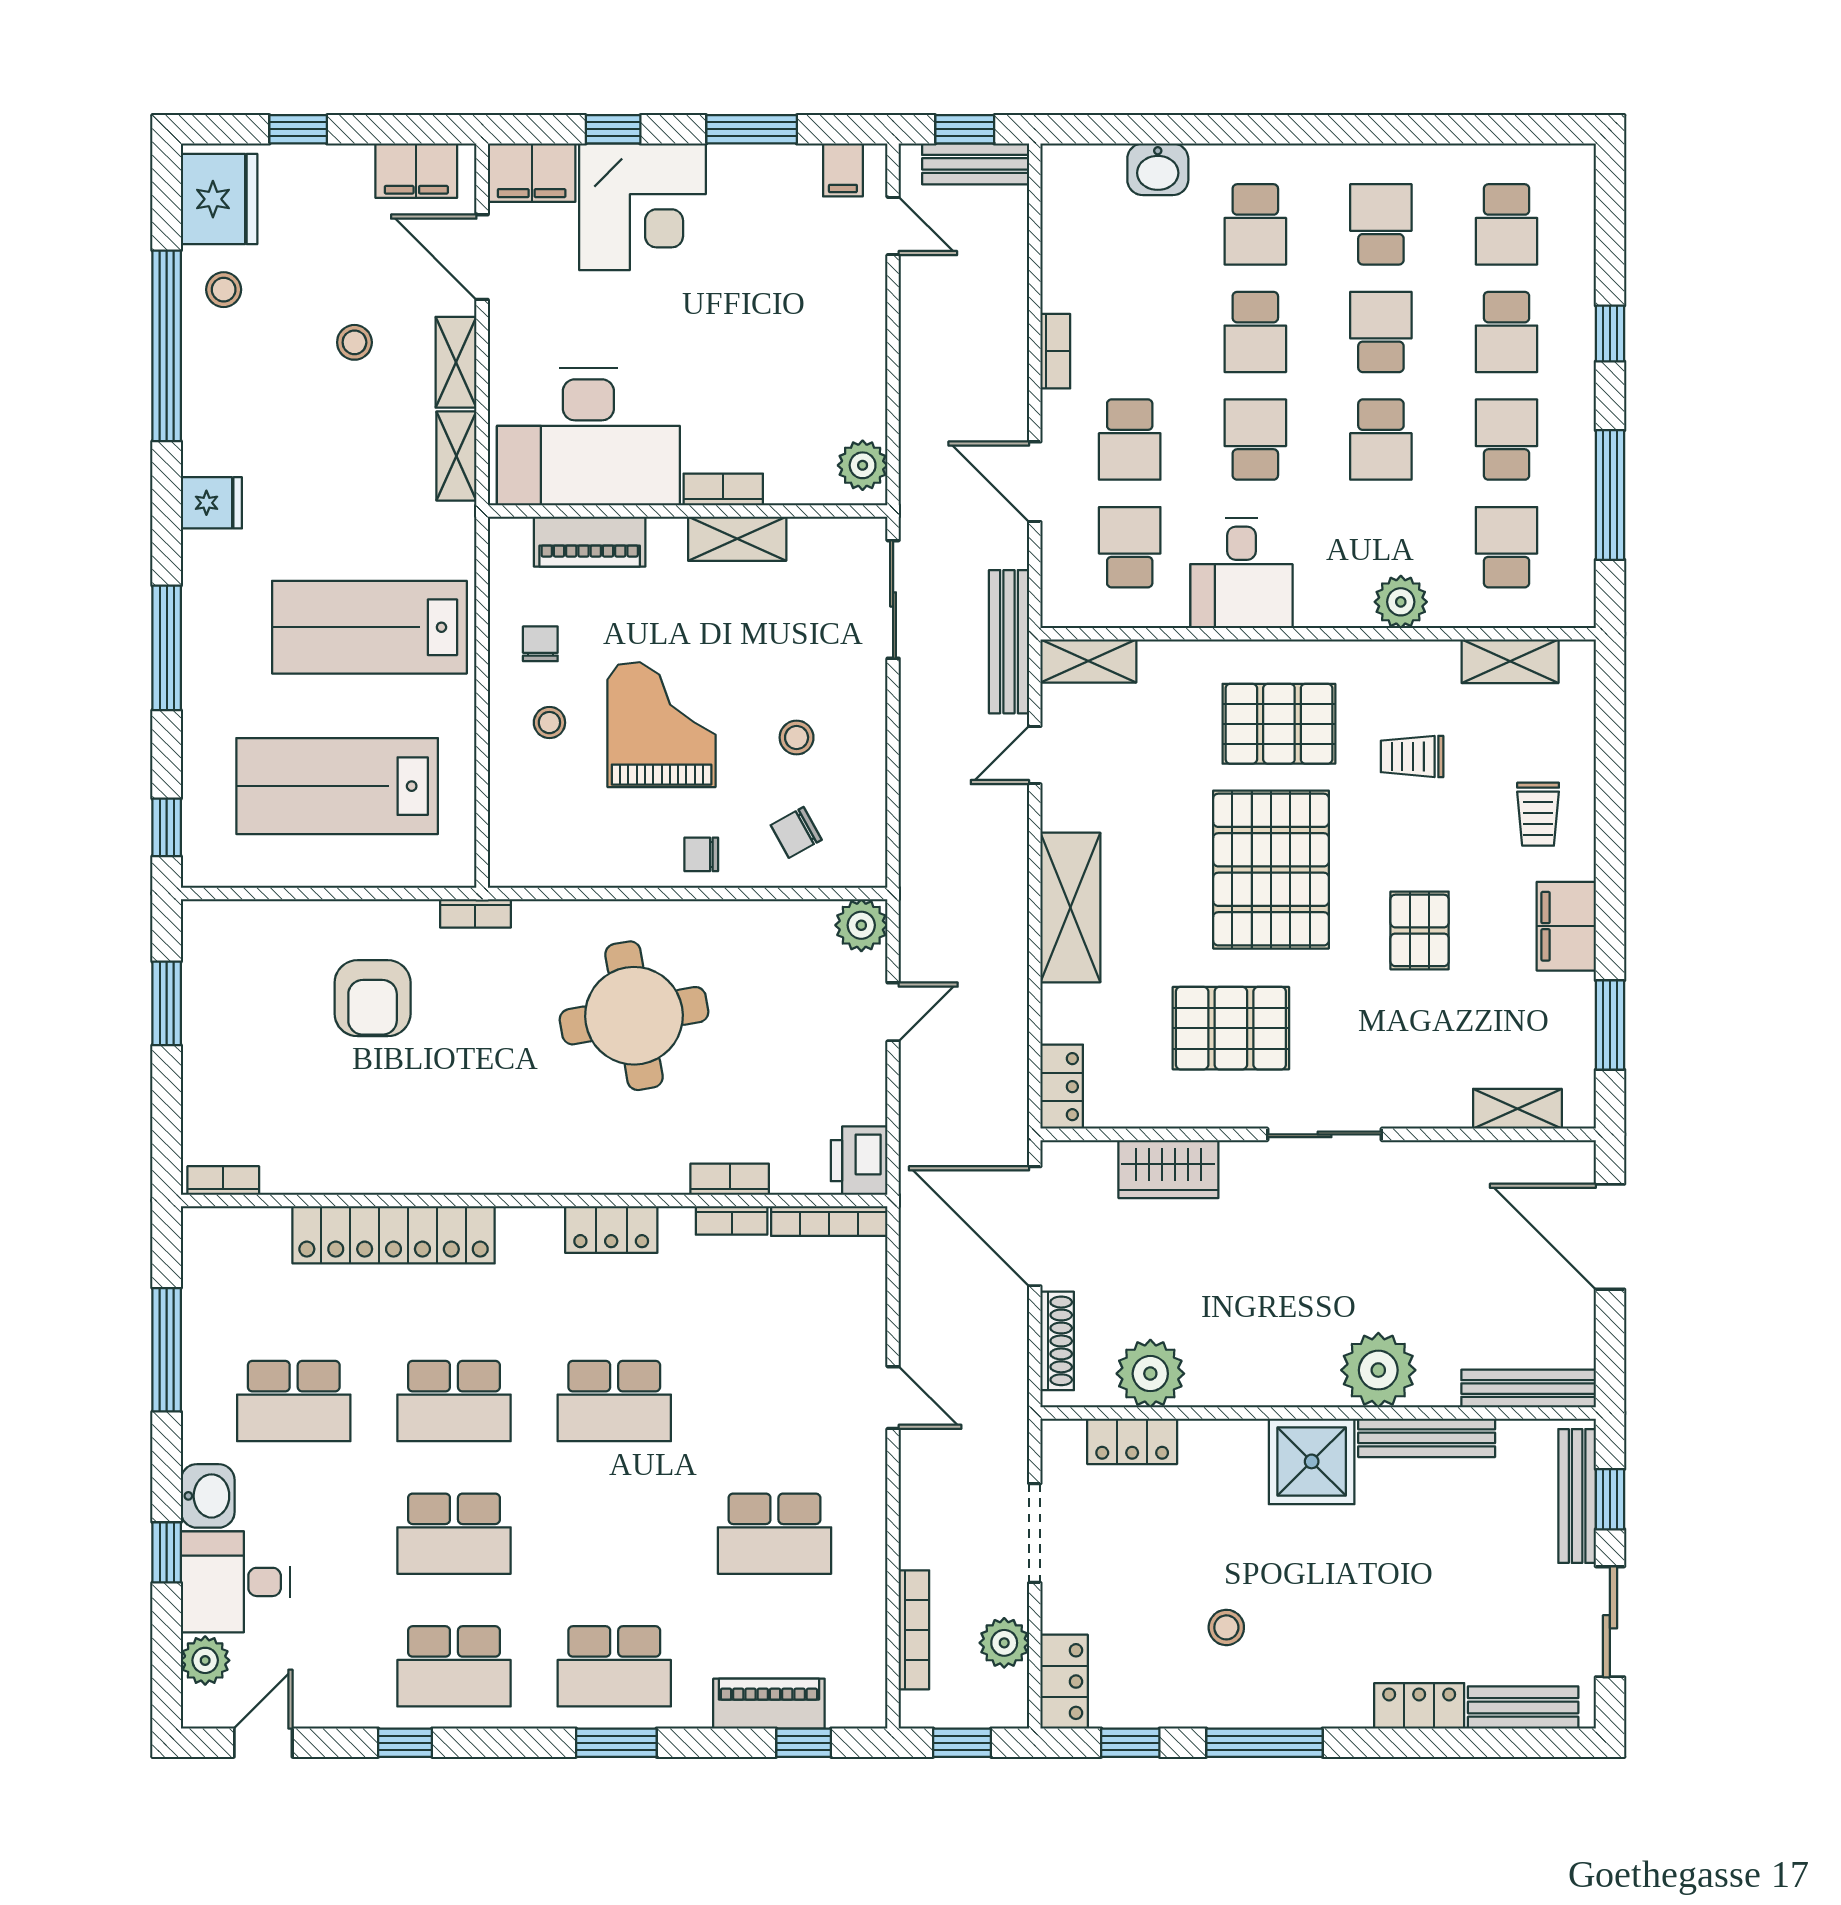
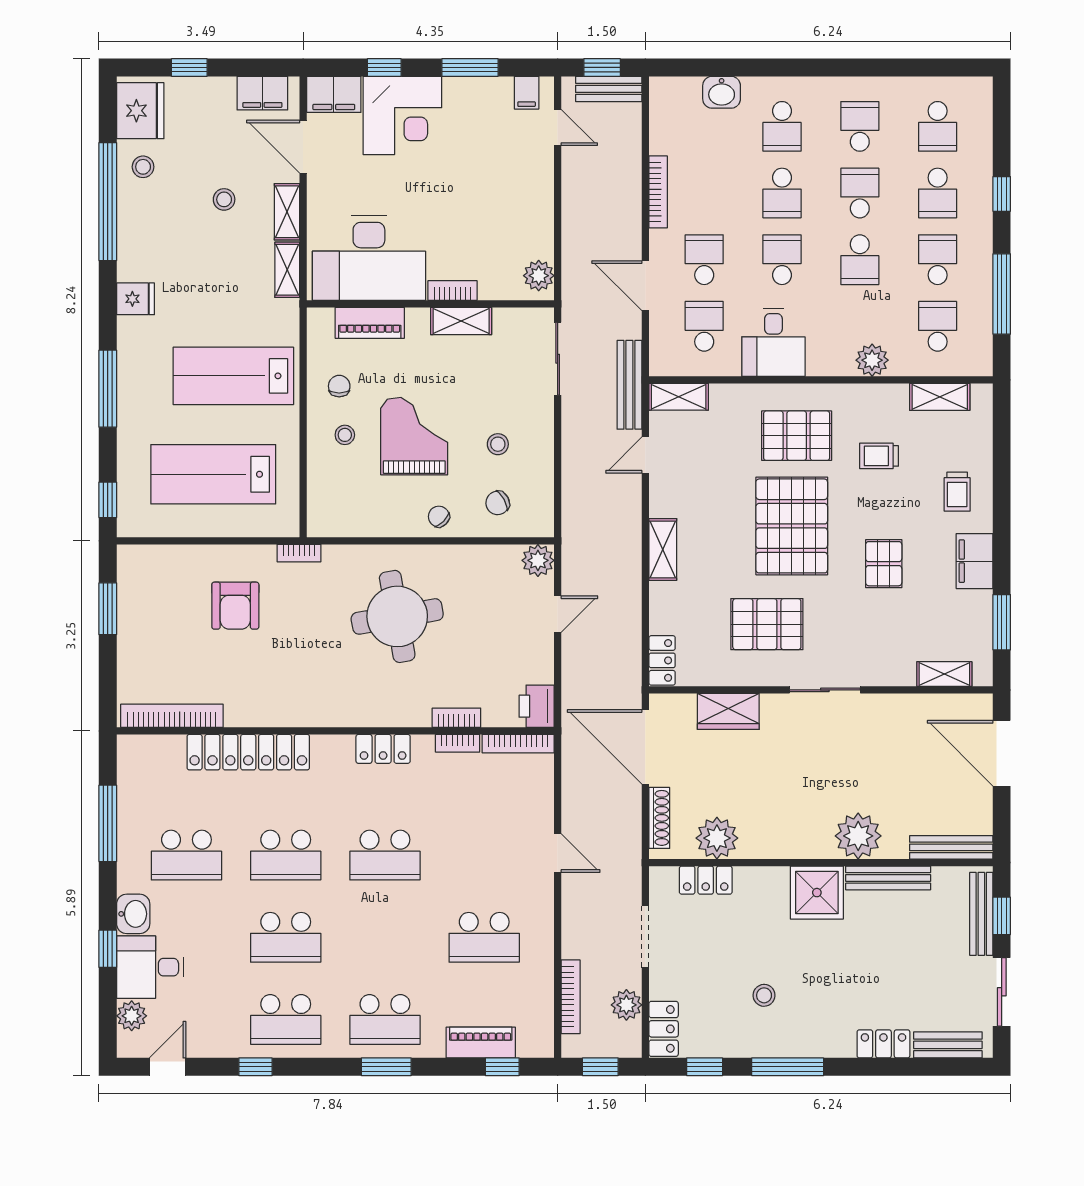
bookcase: (1055, 351) -> (658, 192), width x1.56
school desk: (1130, 440) -> (704, 260), turned 180
chair: (701, 854) -> (439, 517), turned 45
shelving: (1070, 907) -> (663, 549), width x0.67, depth x0.75
bookcase: (223, 1181) -> (172, 716), width x2.31, depth x1.31

